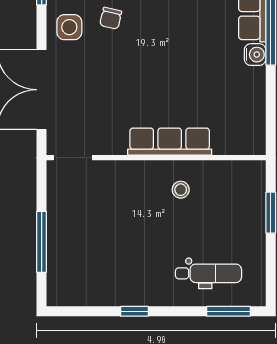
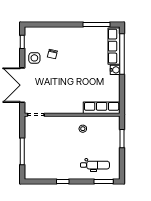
row of seats: (170, 142) -> (102, 108), moved

